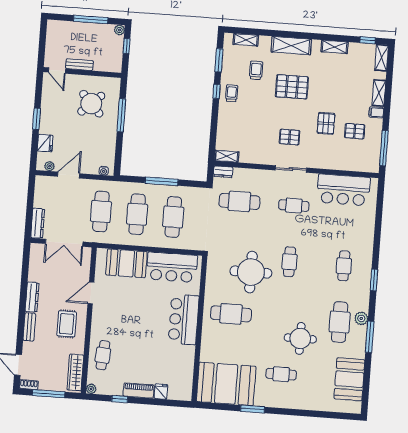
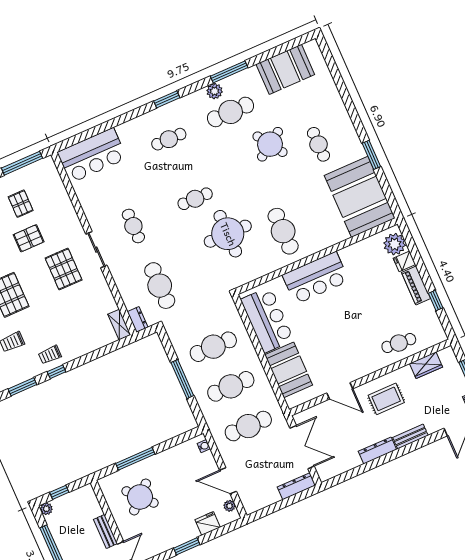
pallet: (290, 137) -> (64, 269), width x1.50, depth x1.42
bar counter: (344, 190) -> (92, 155), moved, turned 90
round table: (300, 338) -> (270, 144), turned -34
wardrobe: (75, 372) -> (426, 365), width x0.67
plant: (91, 389) -> (395, 244), moved, width x1.87, depth x1.87

